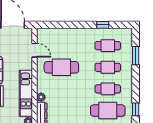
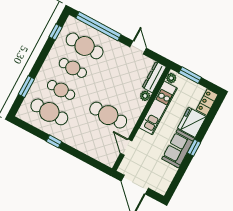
window: (103, 25) -> (54, 141), moved
cafe table: (108, 46) -> (49, 112), width x1.37, depth x1.35

